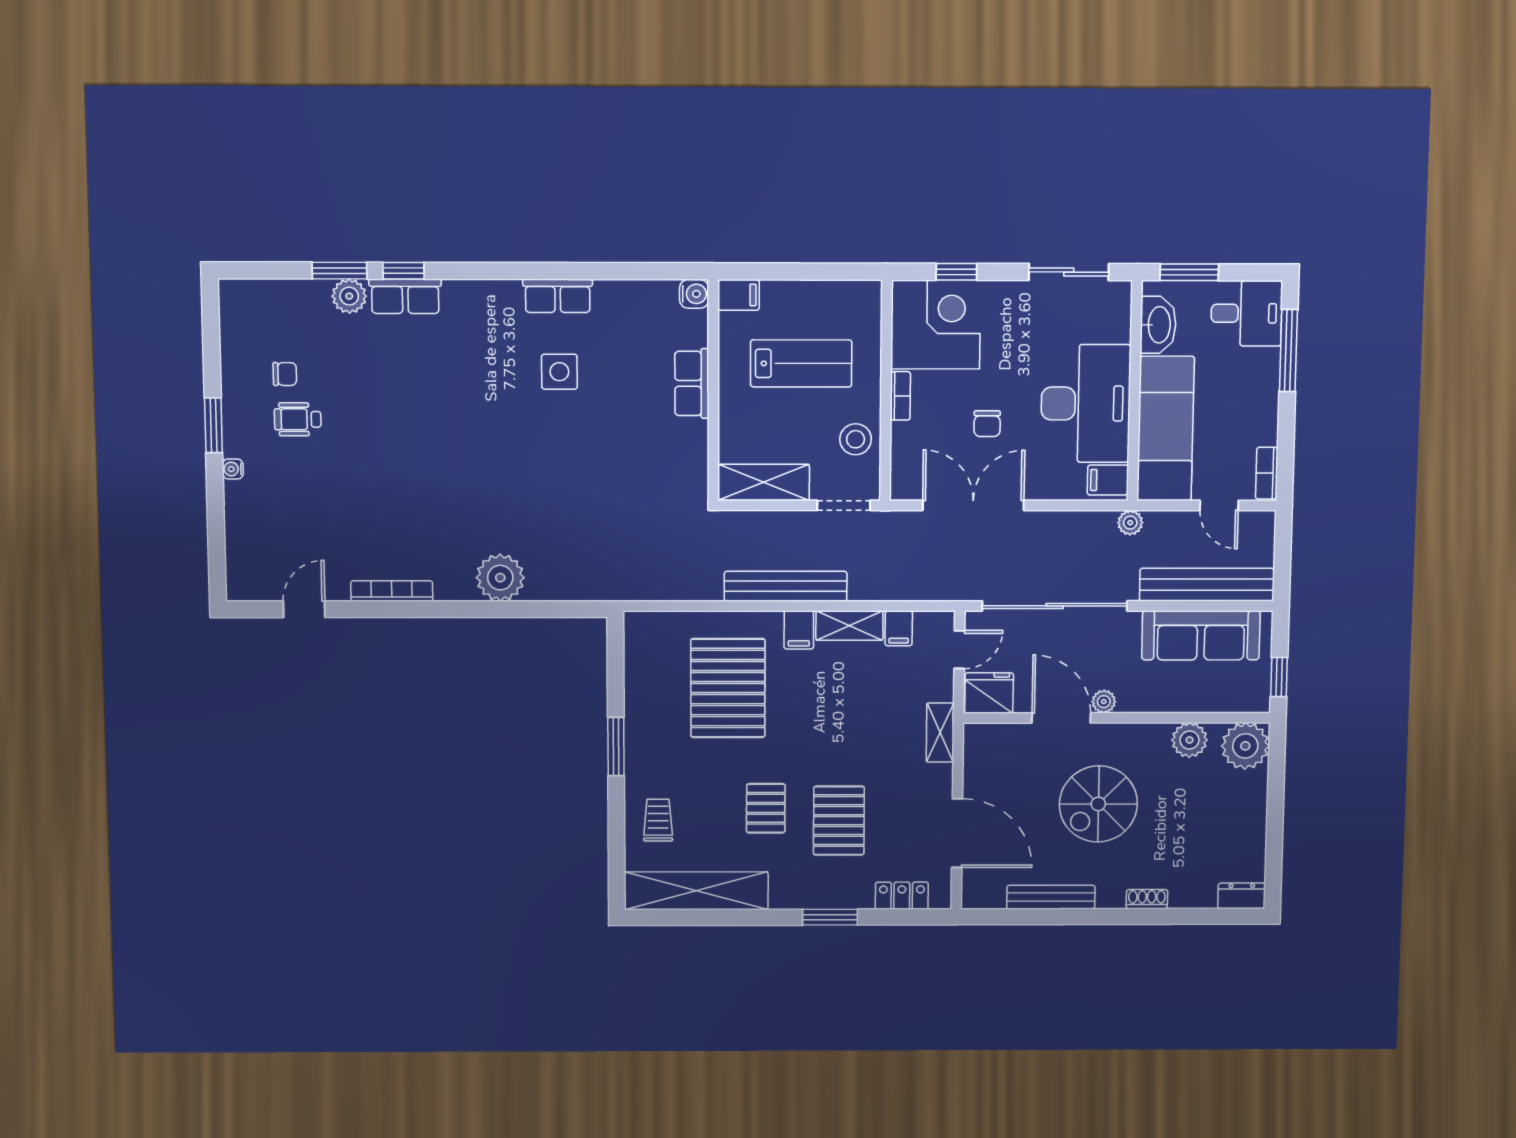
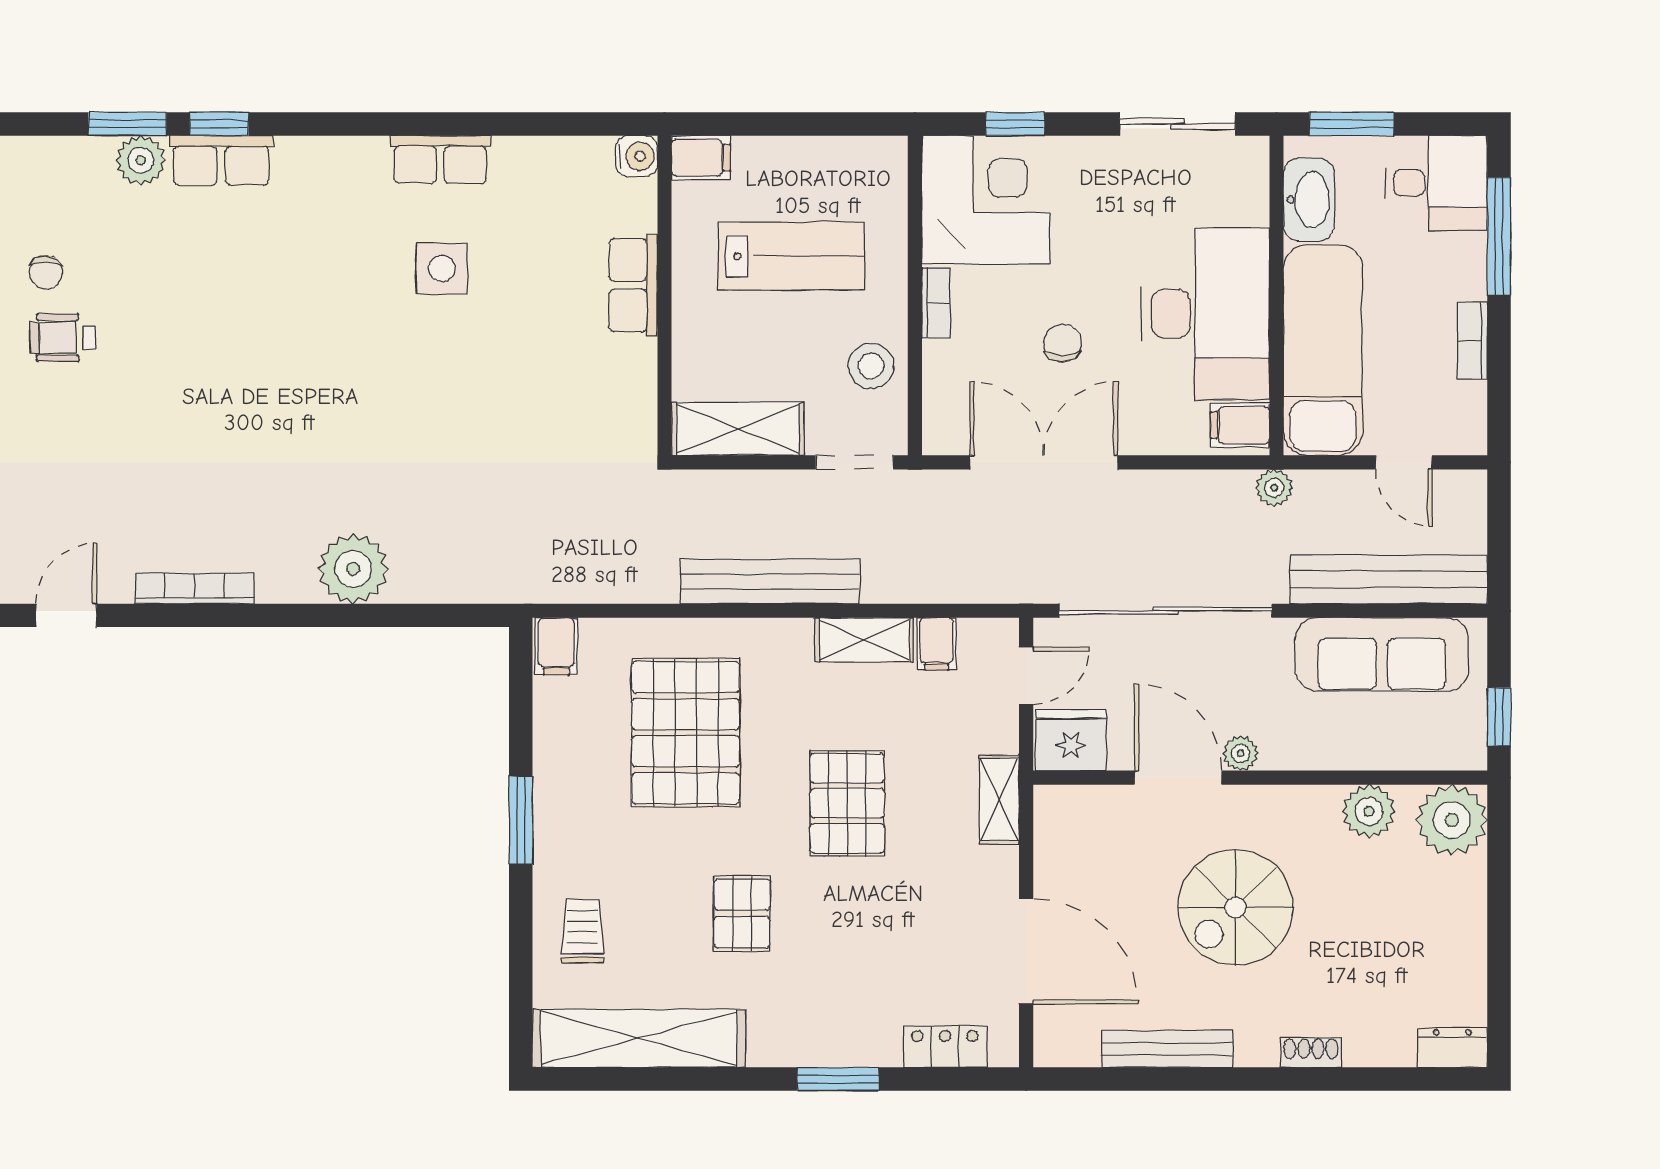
chair: (285, 374) -> (46, 272), turned 90
chair: (987, 424) -> (1062, 343), turned 180
bookcase: (1267, 473) -> (1472, 341), moved
filing cabinet: (799, 630) -> (556, 646), moved
pallet: (839, 821) -> (847, 803), moved

